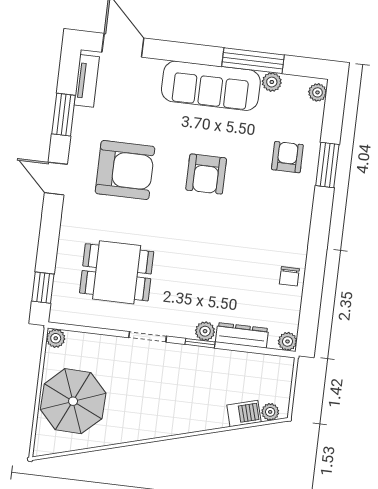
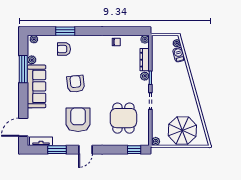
armchair: (206, 174) -> (76, 84), turned -96

